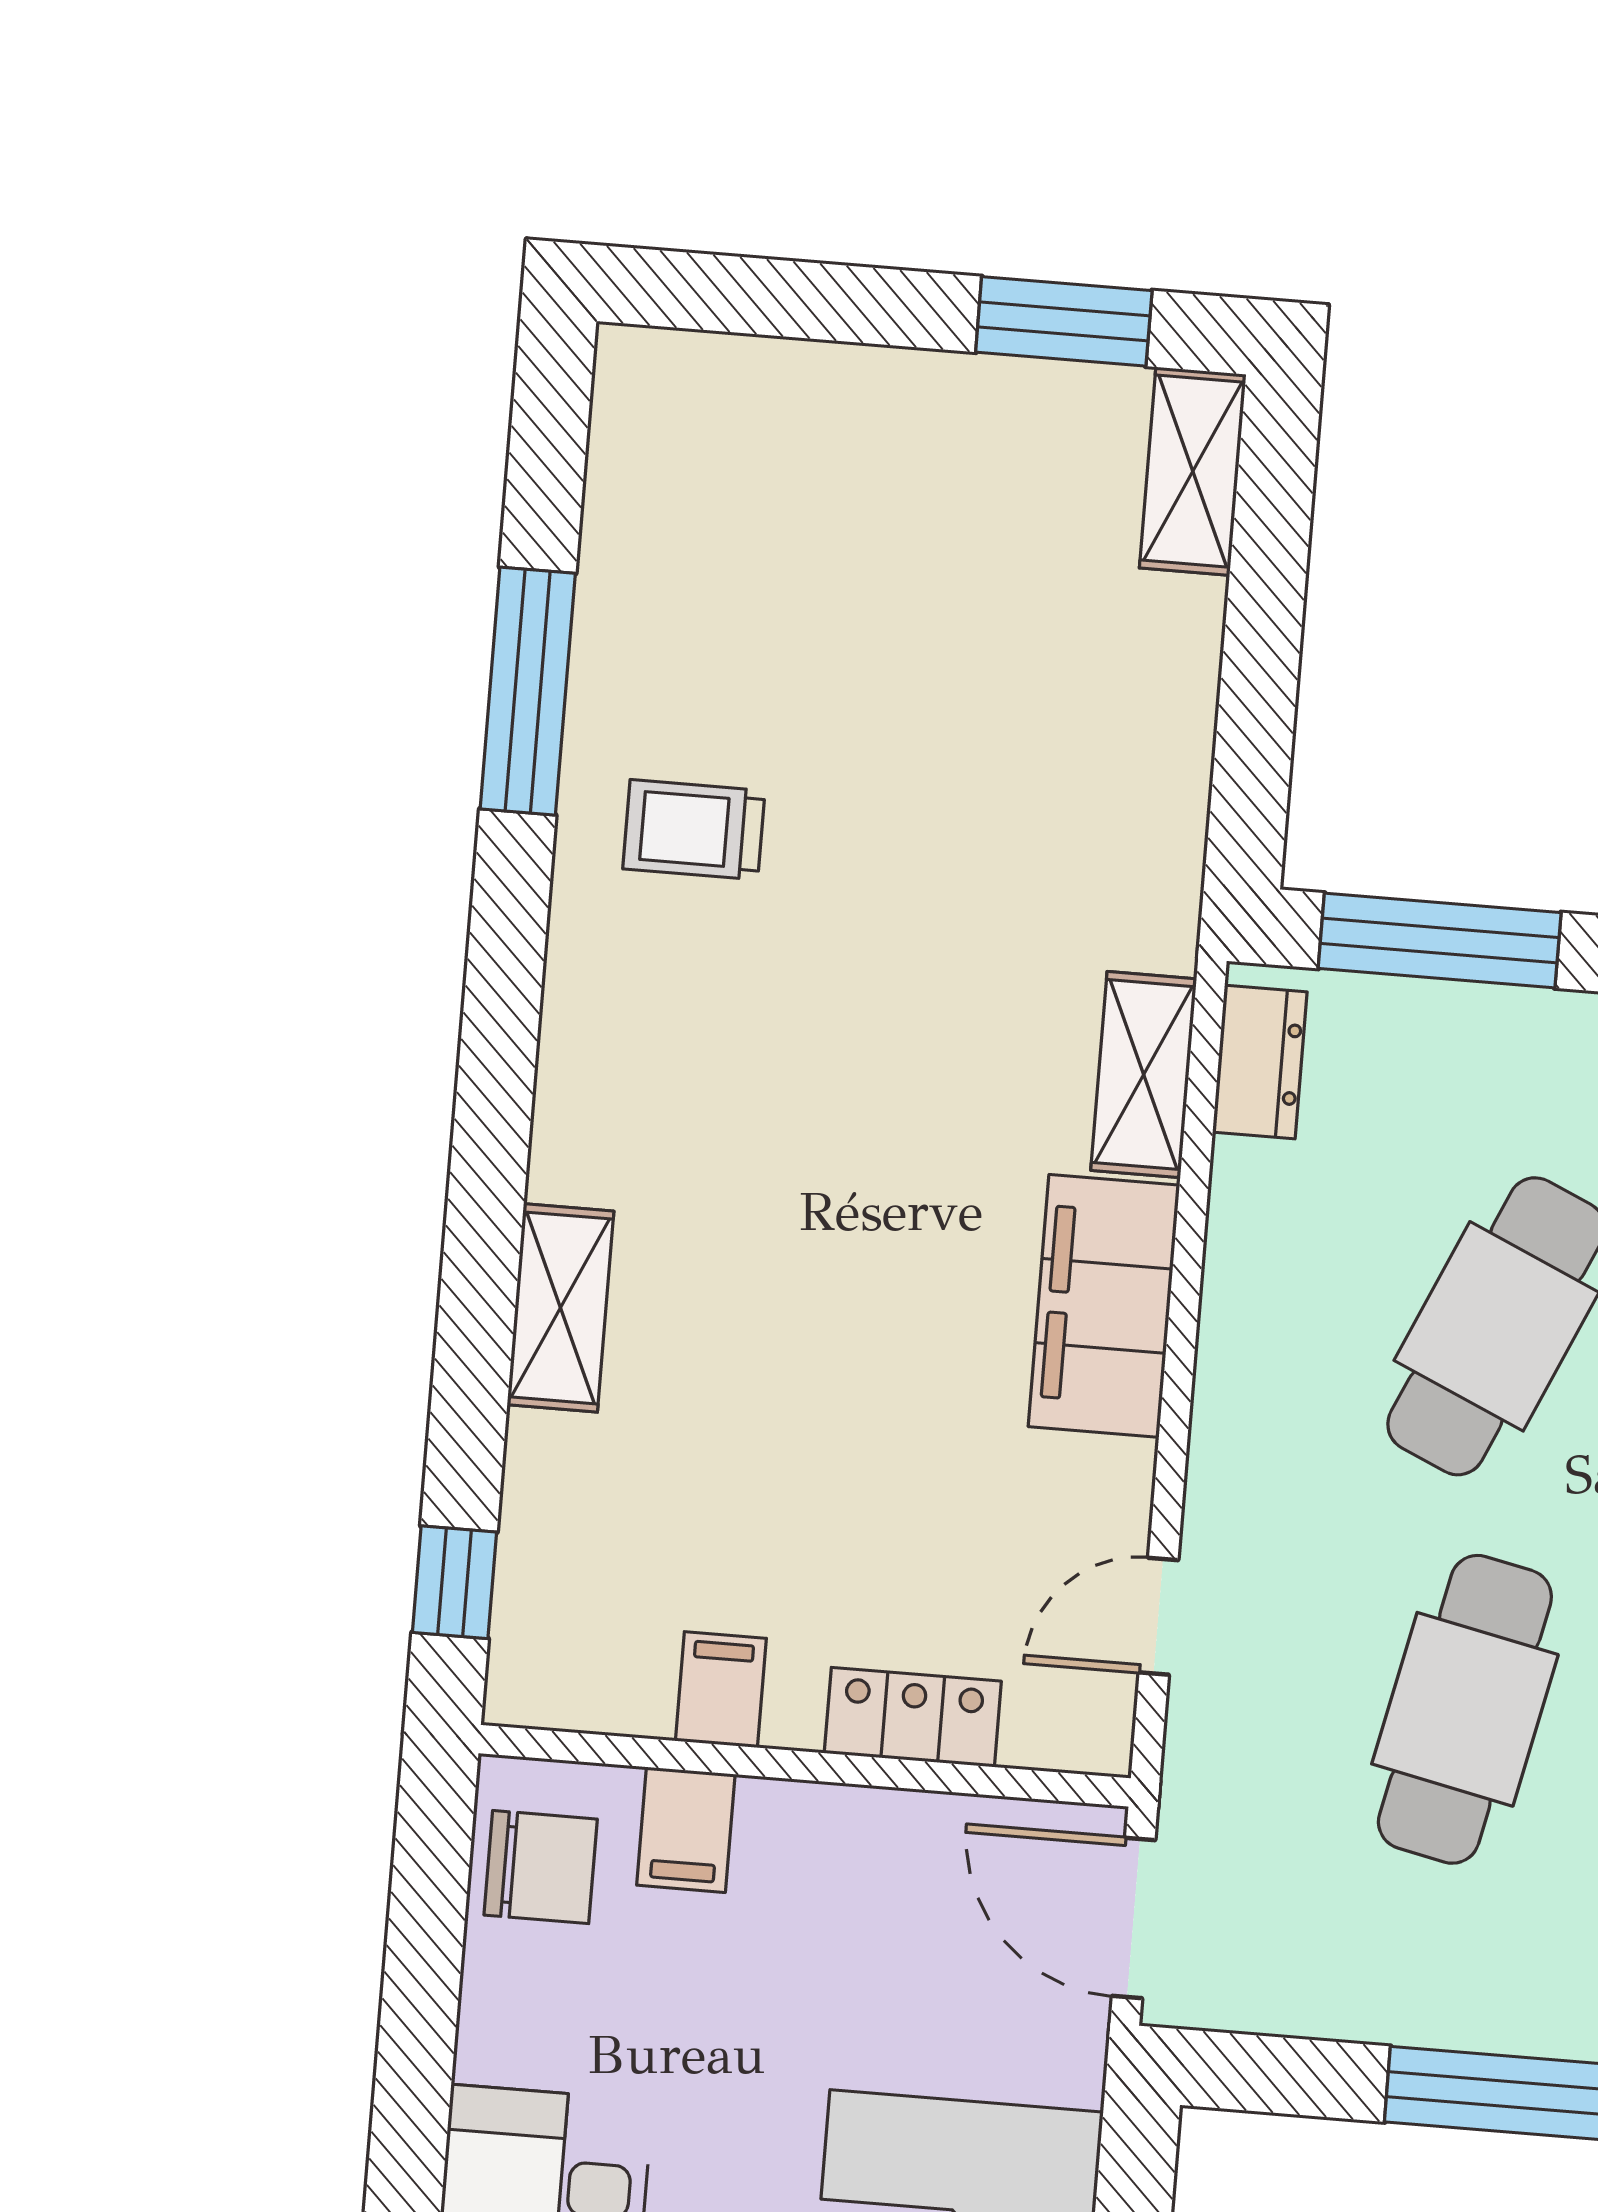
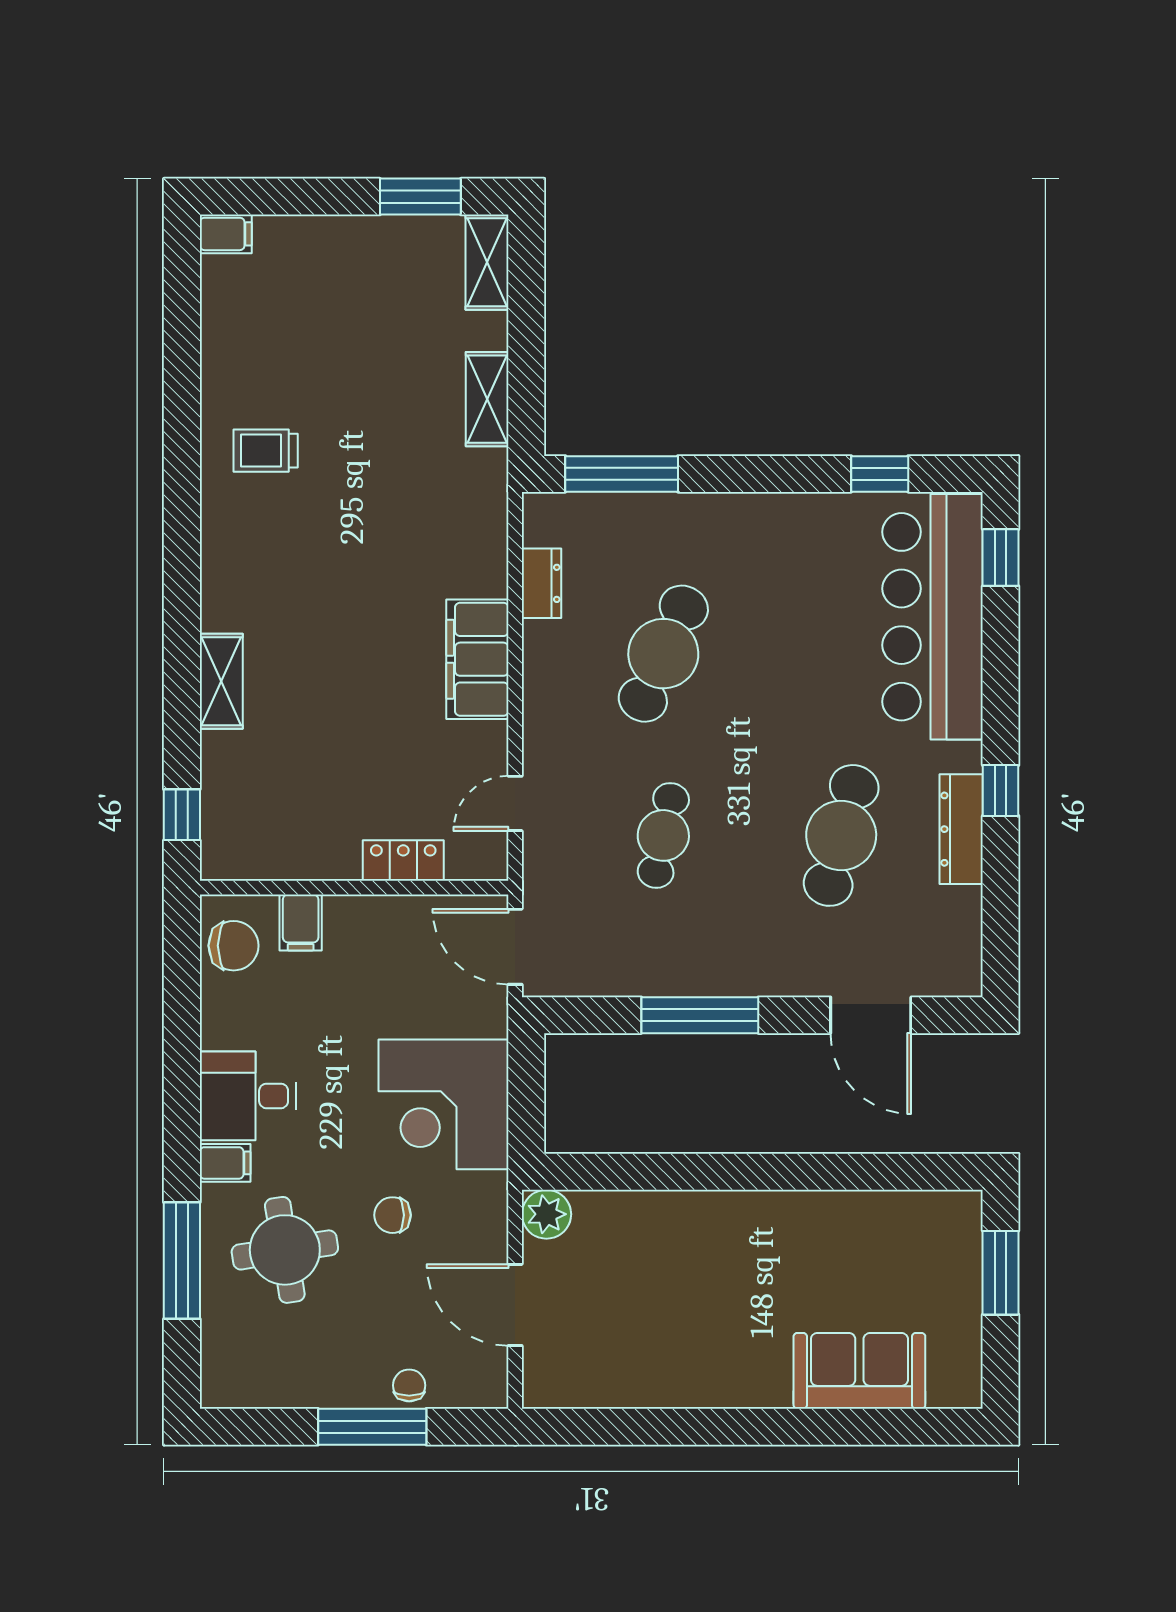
window: (528, 691) -> (182, 392), removed
dresser: (1260, 1062) -> (541, 583), moved
shelving: (1144, 1075) -> (487, 399), moved
filing cabinet: (721, 1690) -> (226, 234), moved, turned 90
cafe table: (1465, 1709) -> (663, 835), width x0.73, depth x0.74

